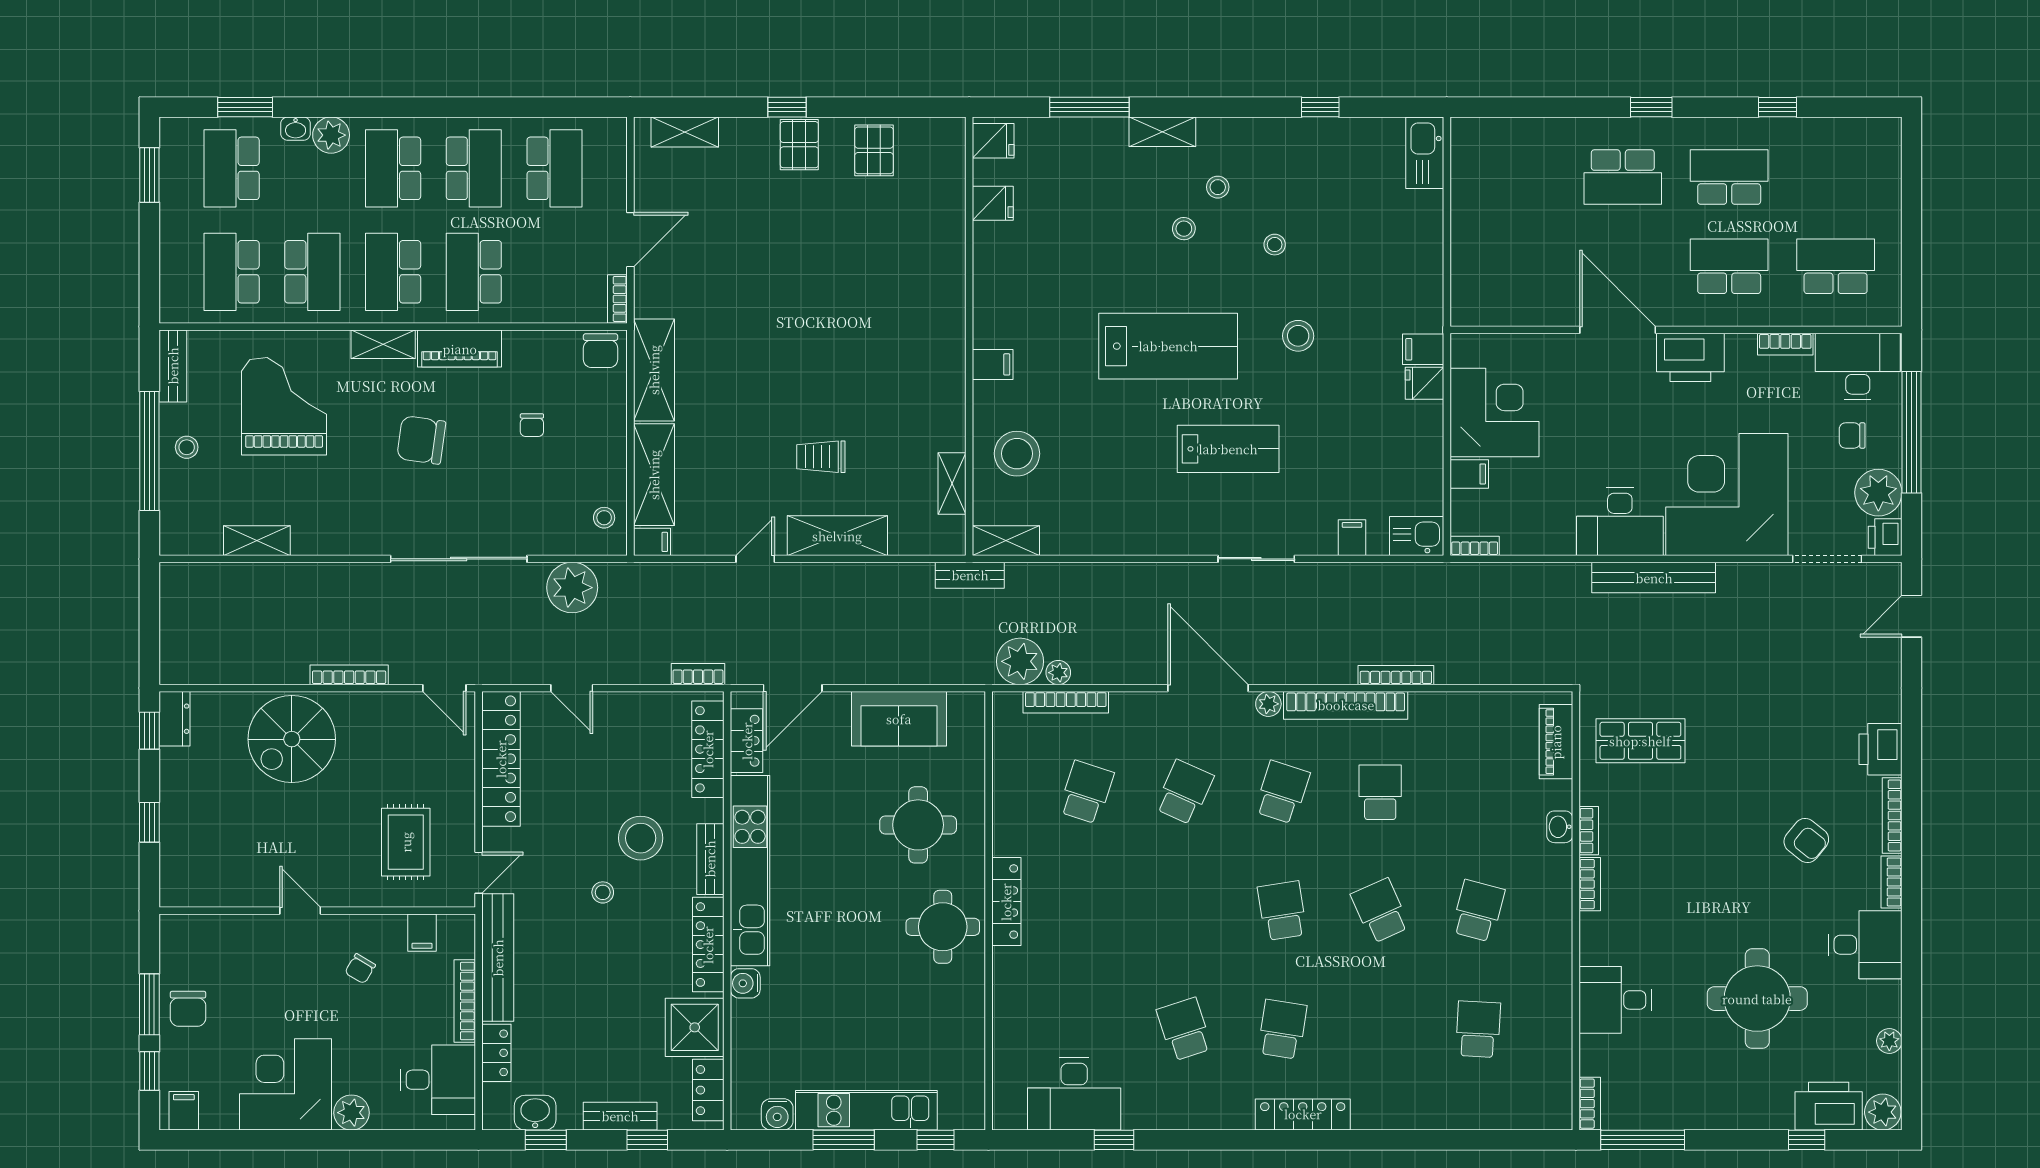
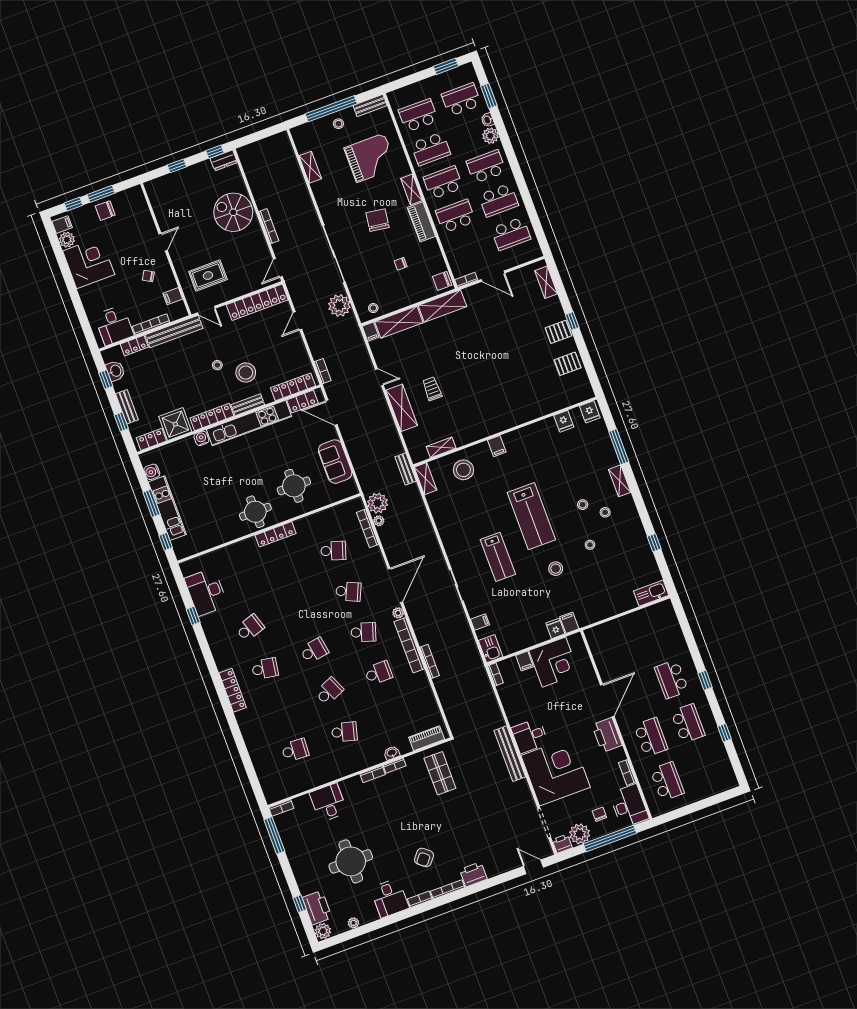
desk: (1620, 522) -> (530, 736), width x0.73
plant: (351, 1113) -> (67, 240), moved

